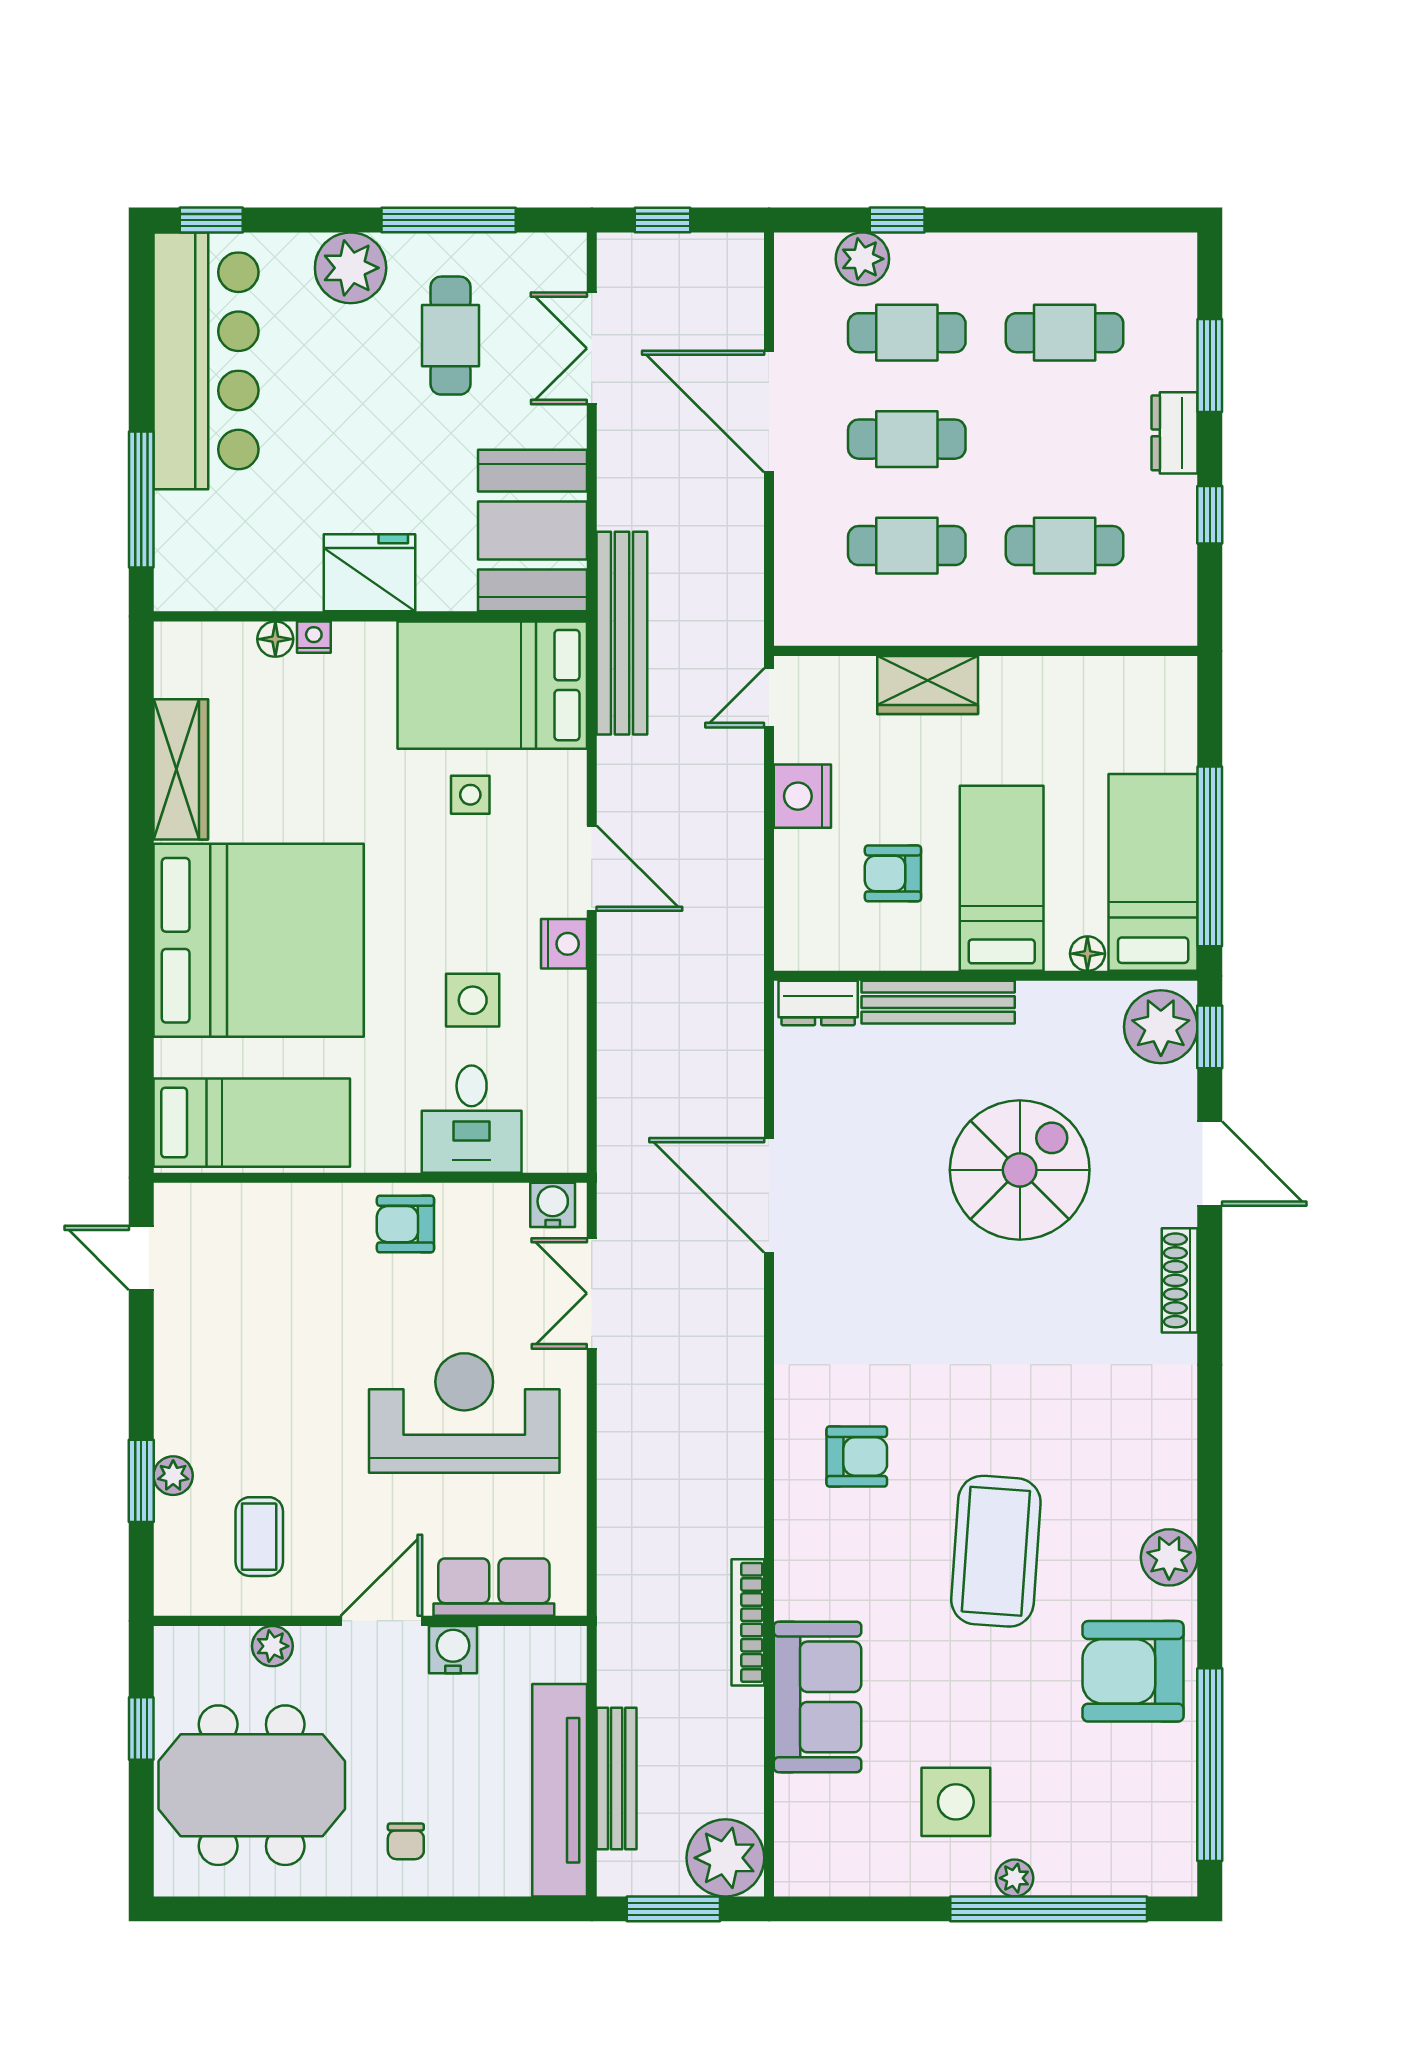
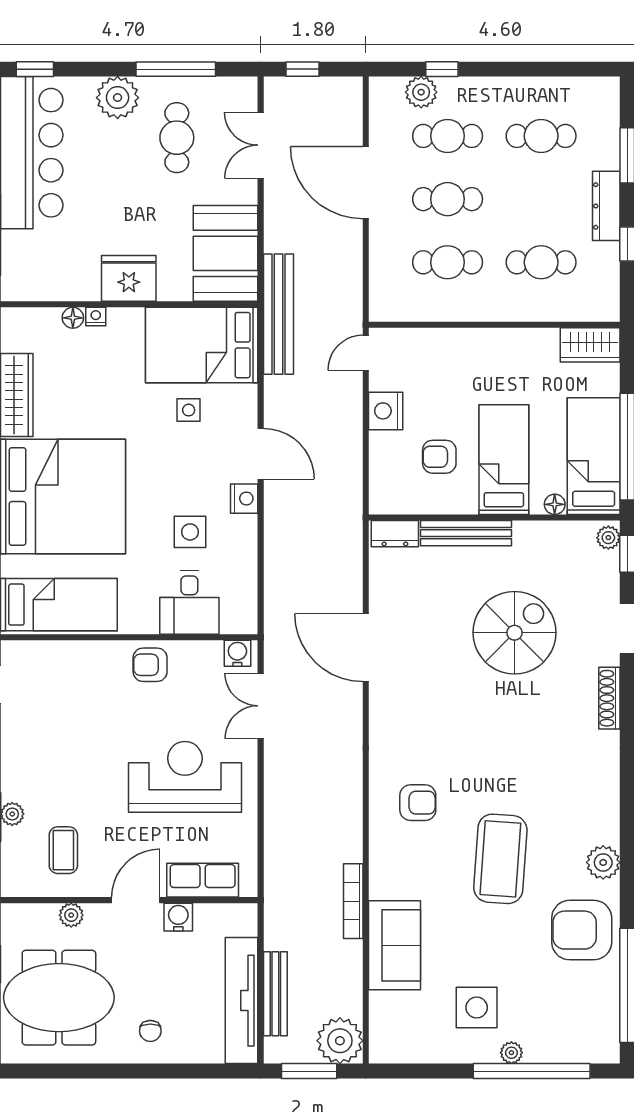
dresser: (1174, 433) -> (606, 206), width x1.44
wardrobe: (928, 685) -> (590, 345), moved
plant: (1161, 1027) -> (608, 538), width x0.53, depth x0.53

